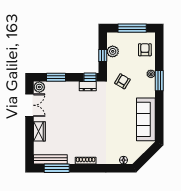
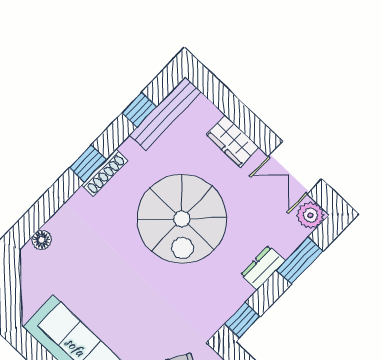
dresser: (88, 86) -> (263, 268), moved
spiral stairs: (77, 124) -> (182, 219), added
window: (57, 168) -> (139, 110), width x0.46
window: (88, 168) -> (88, 164), added

